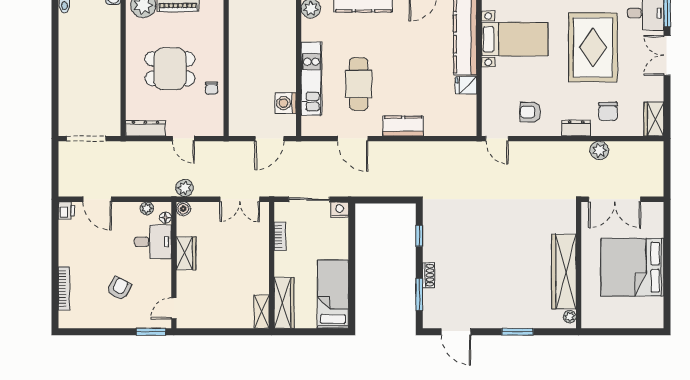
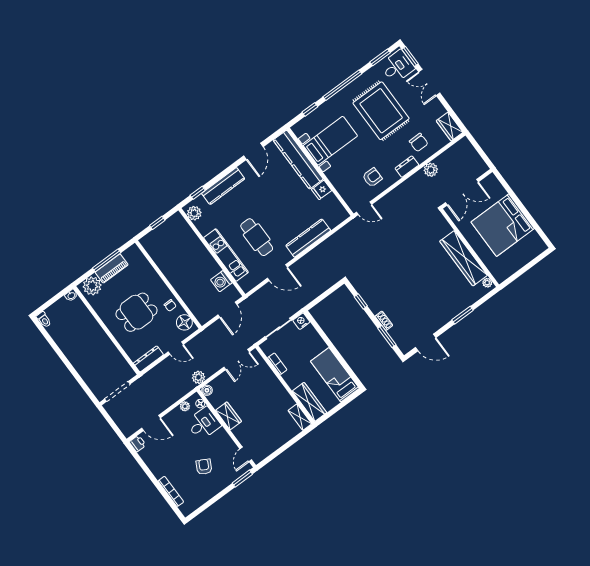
armchair: (530, 112) -> (372, 177), turned 180
floor lamp: (213, 118) -> (184, 322), added
kitchen counter: (403, 126) -> (308, 238), width x1.50

